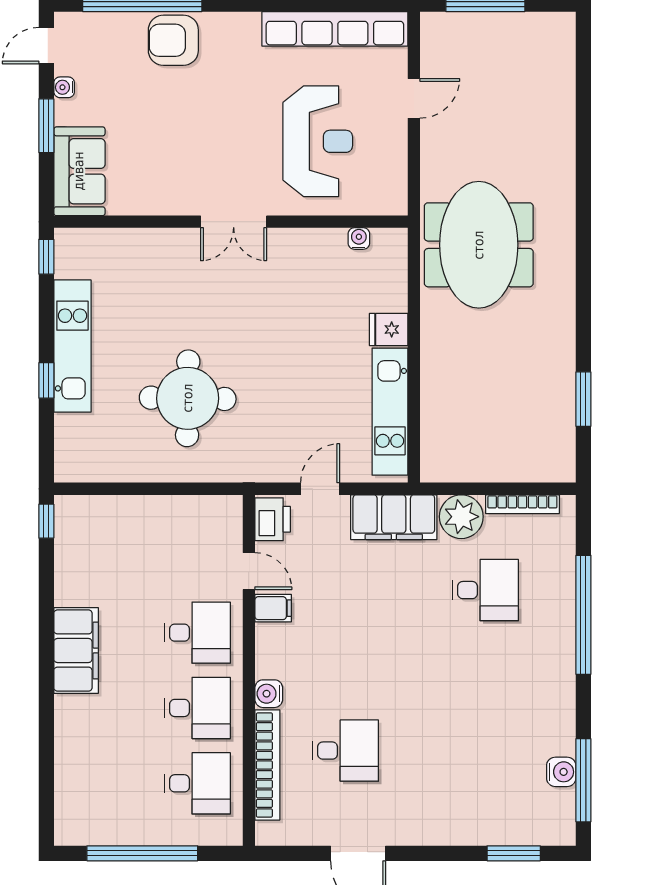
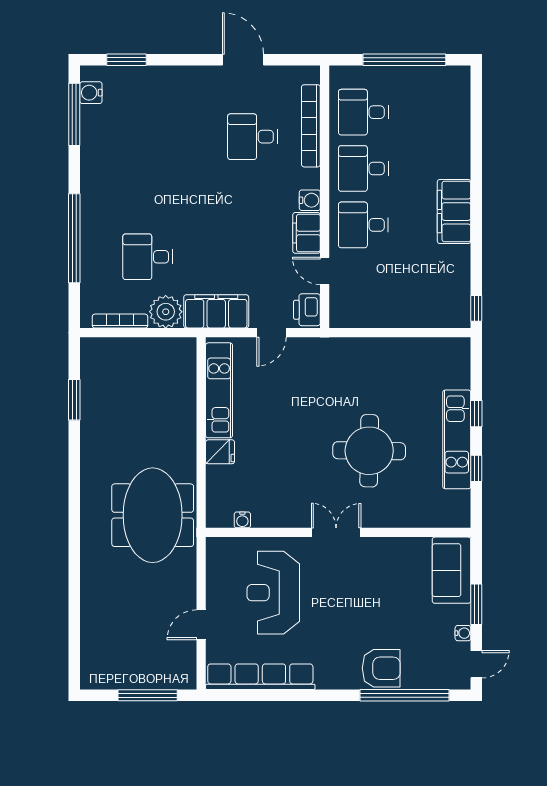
window: (46, 257) -> (476, 468), moved
round table: (188, 398) -> (369, 451), moved
filing cabinet: (273, 608) -> (307, 233), width x2.00
water cooler: (269, 694) -> (310, 200), moved
water cooler: (561, 772) -> (91, 93), moved

